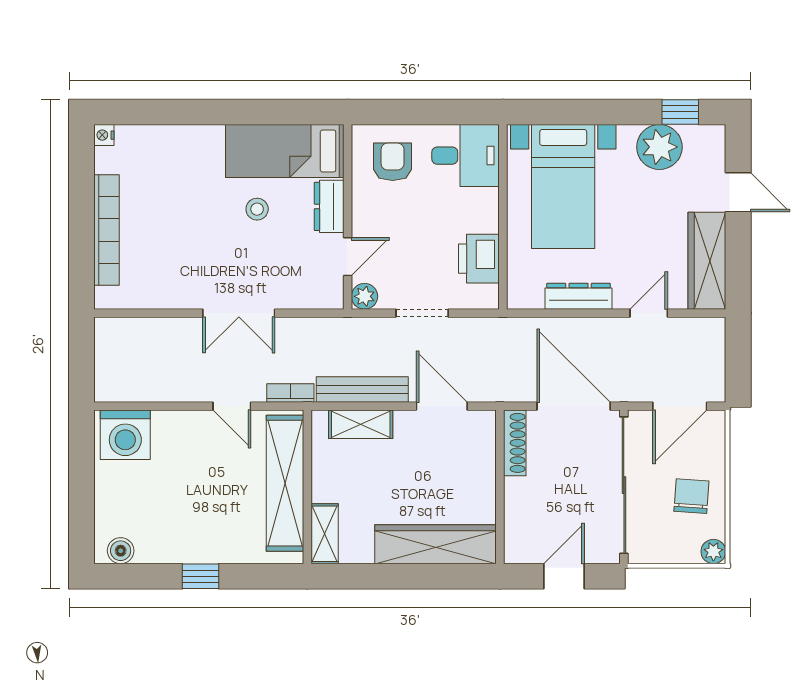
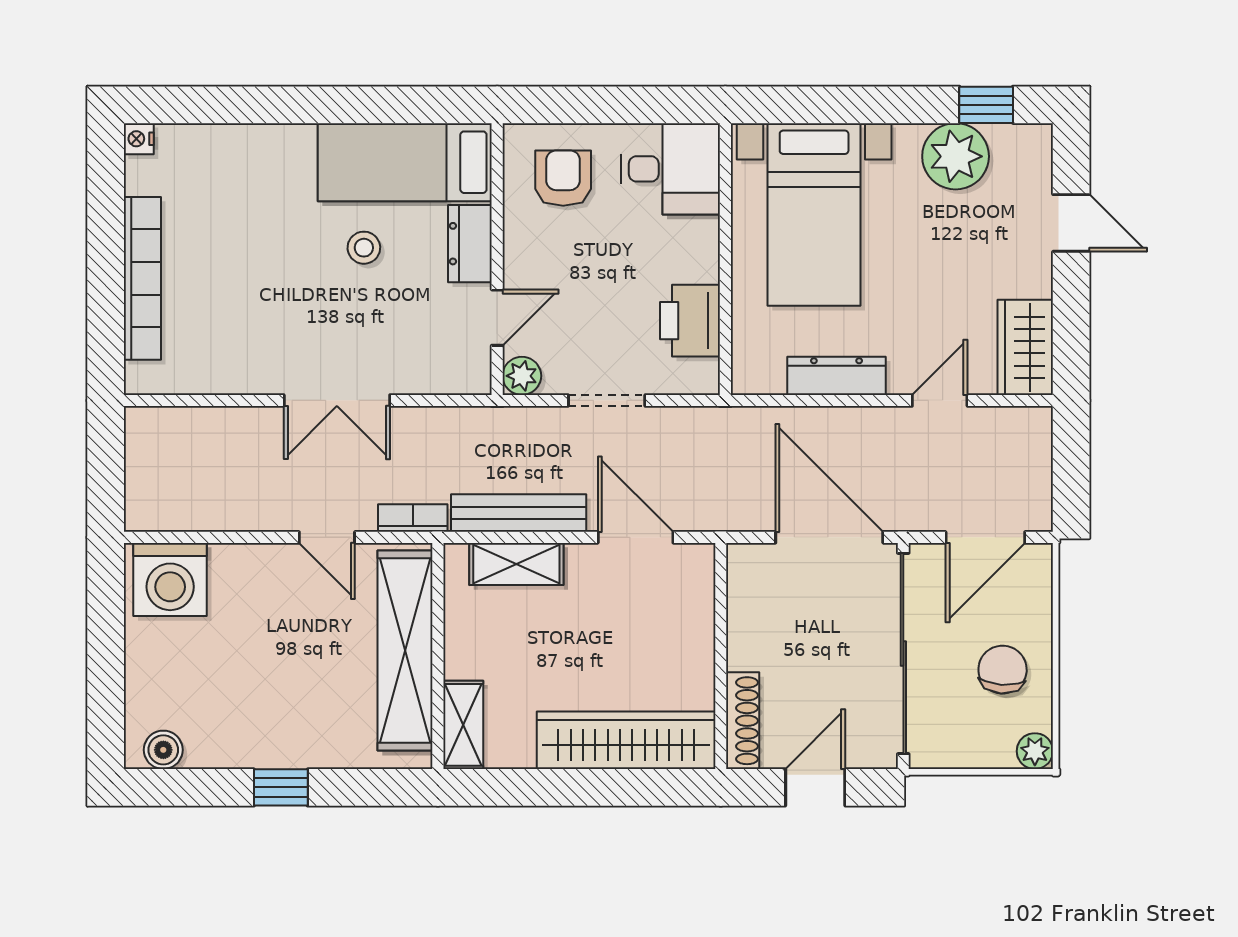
wardrobe: (707, 261) -> (1025, 347), width x0.67
shoe rack: (515, 443) -> (743, 721), moved

